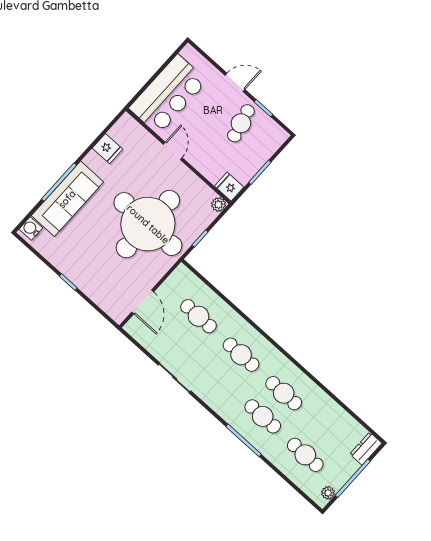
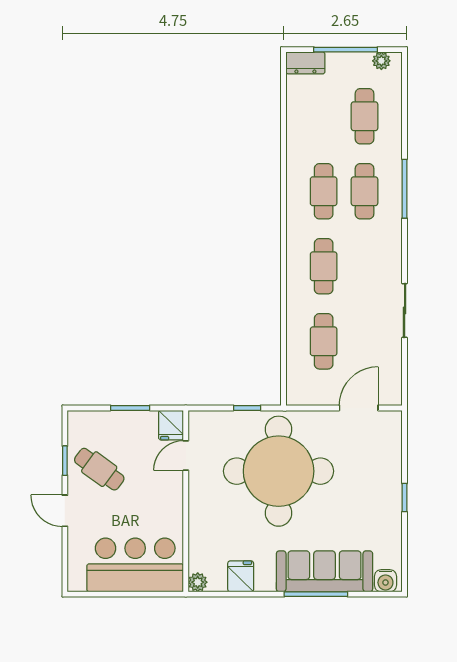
cafe table: (241, 123) -> (99, 469), turned 50
door: (173, 151) -> (186, 456), moved
plant: (218, 204) -> (198, 582), moved

